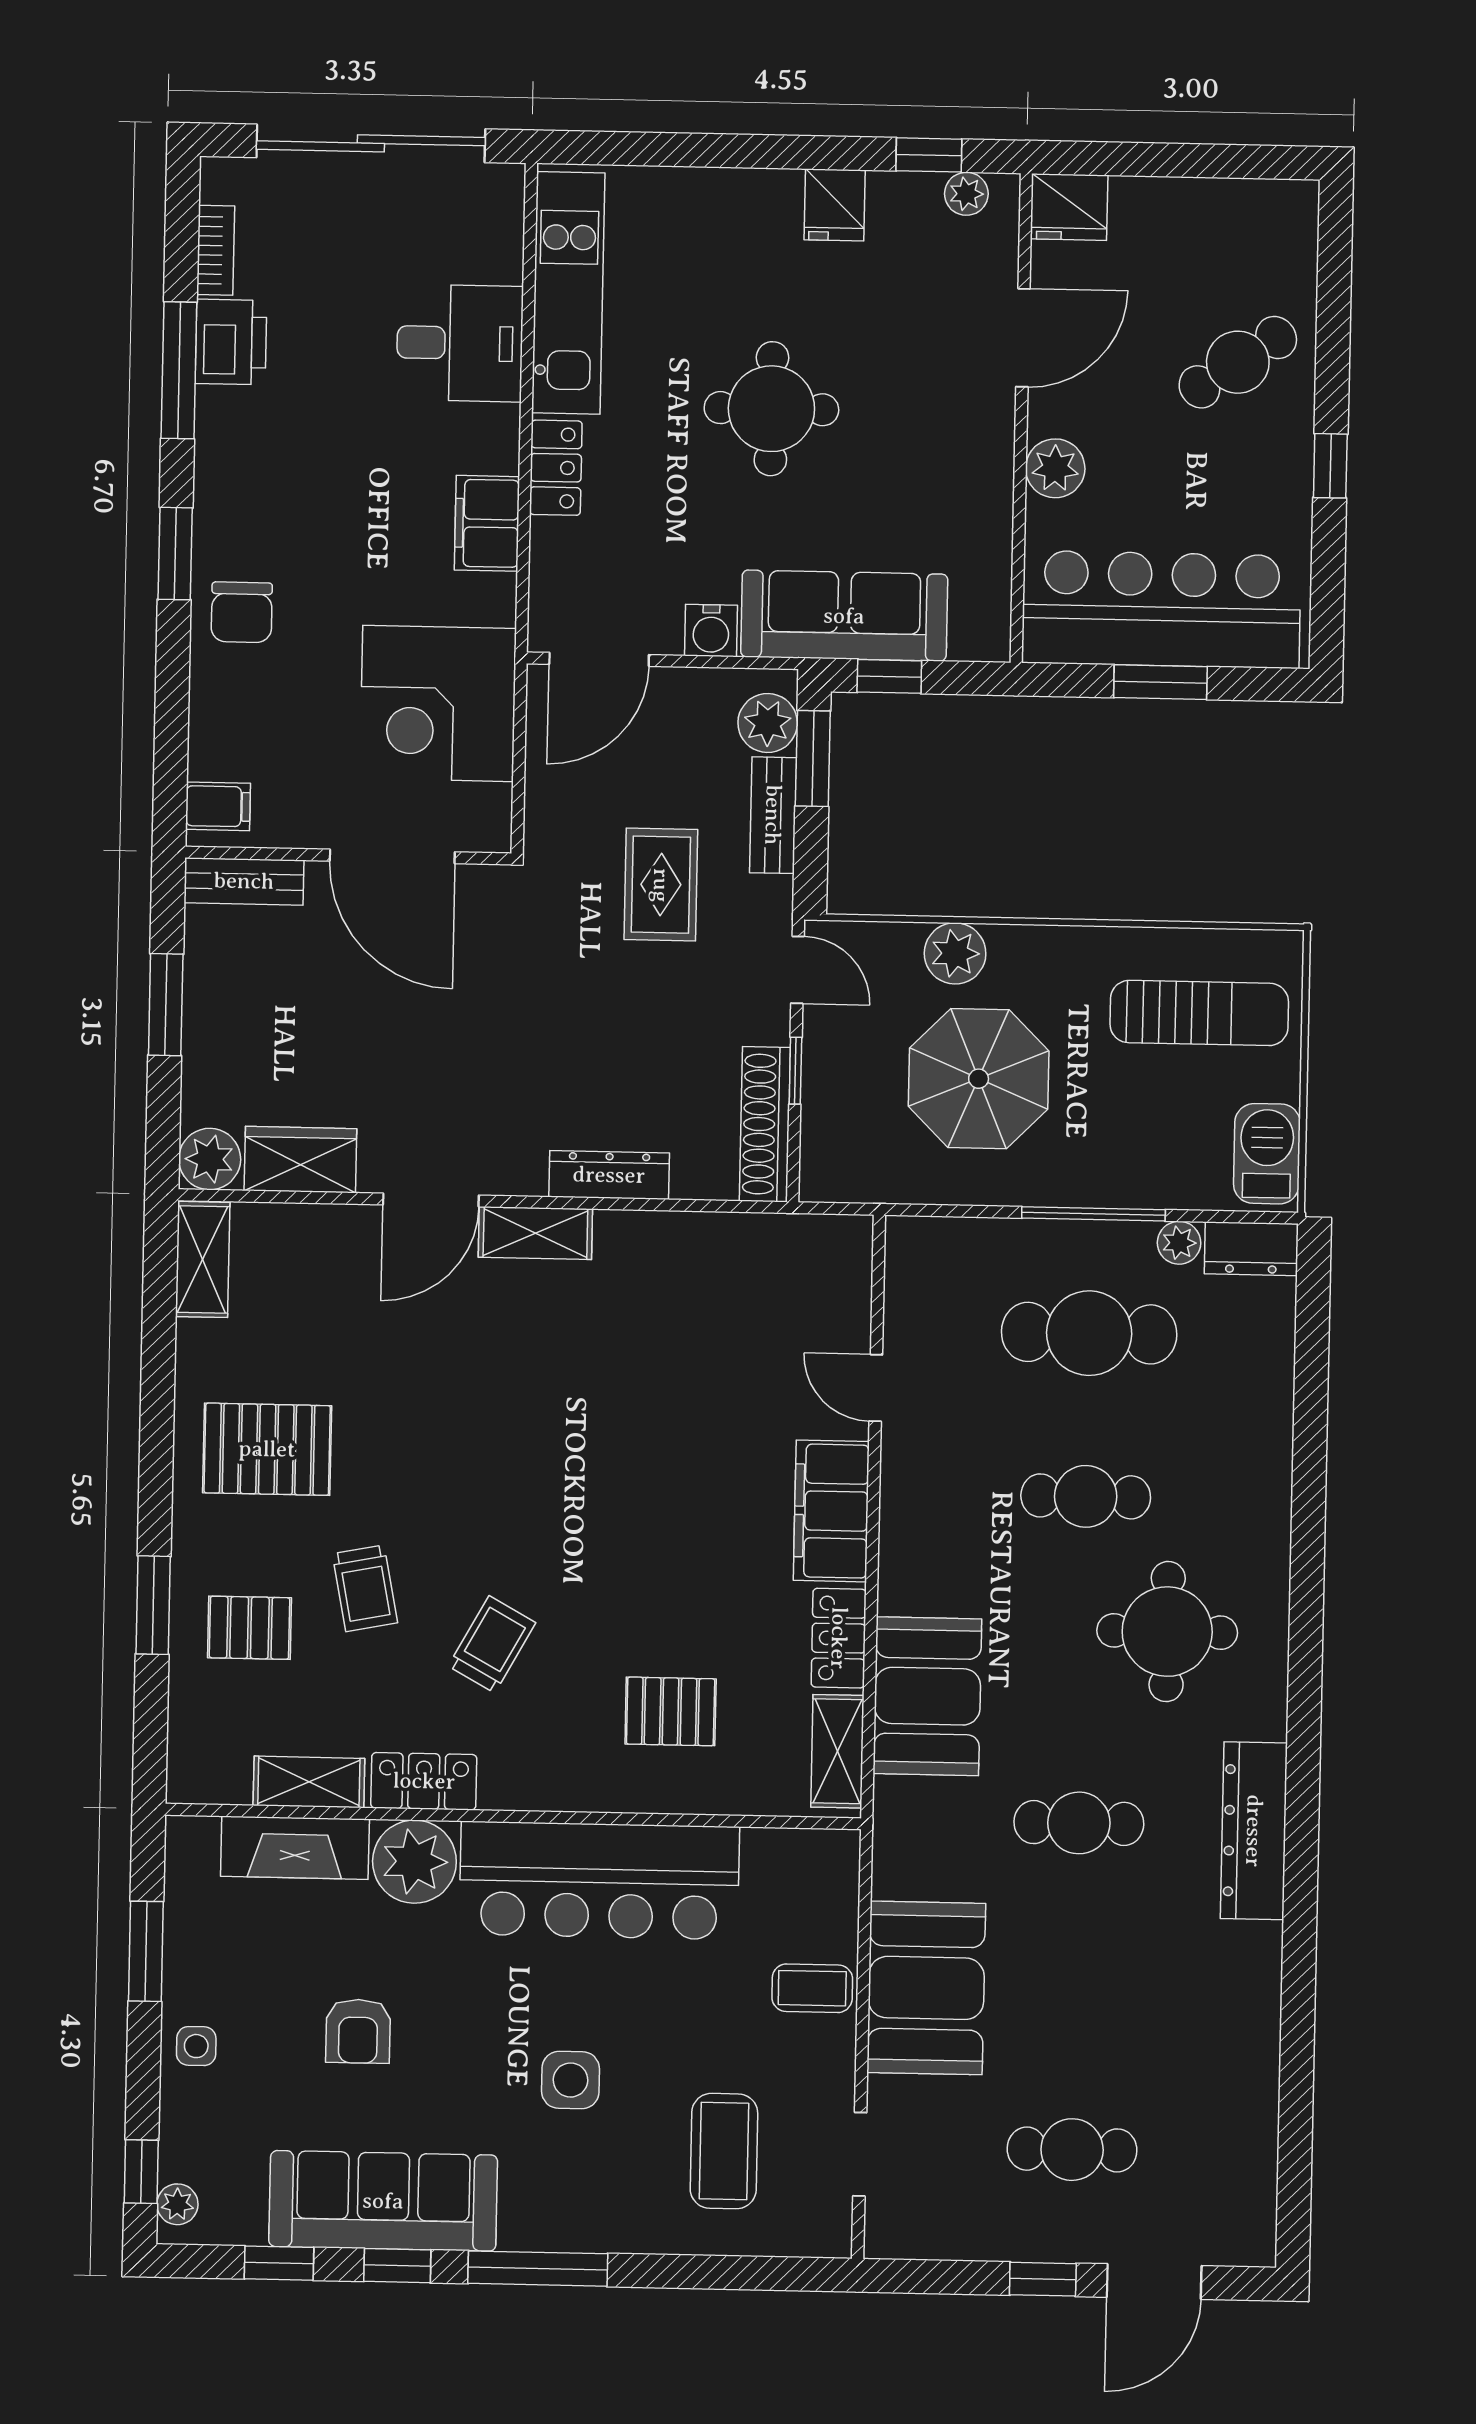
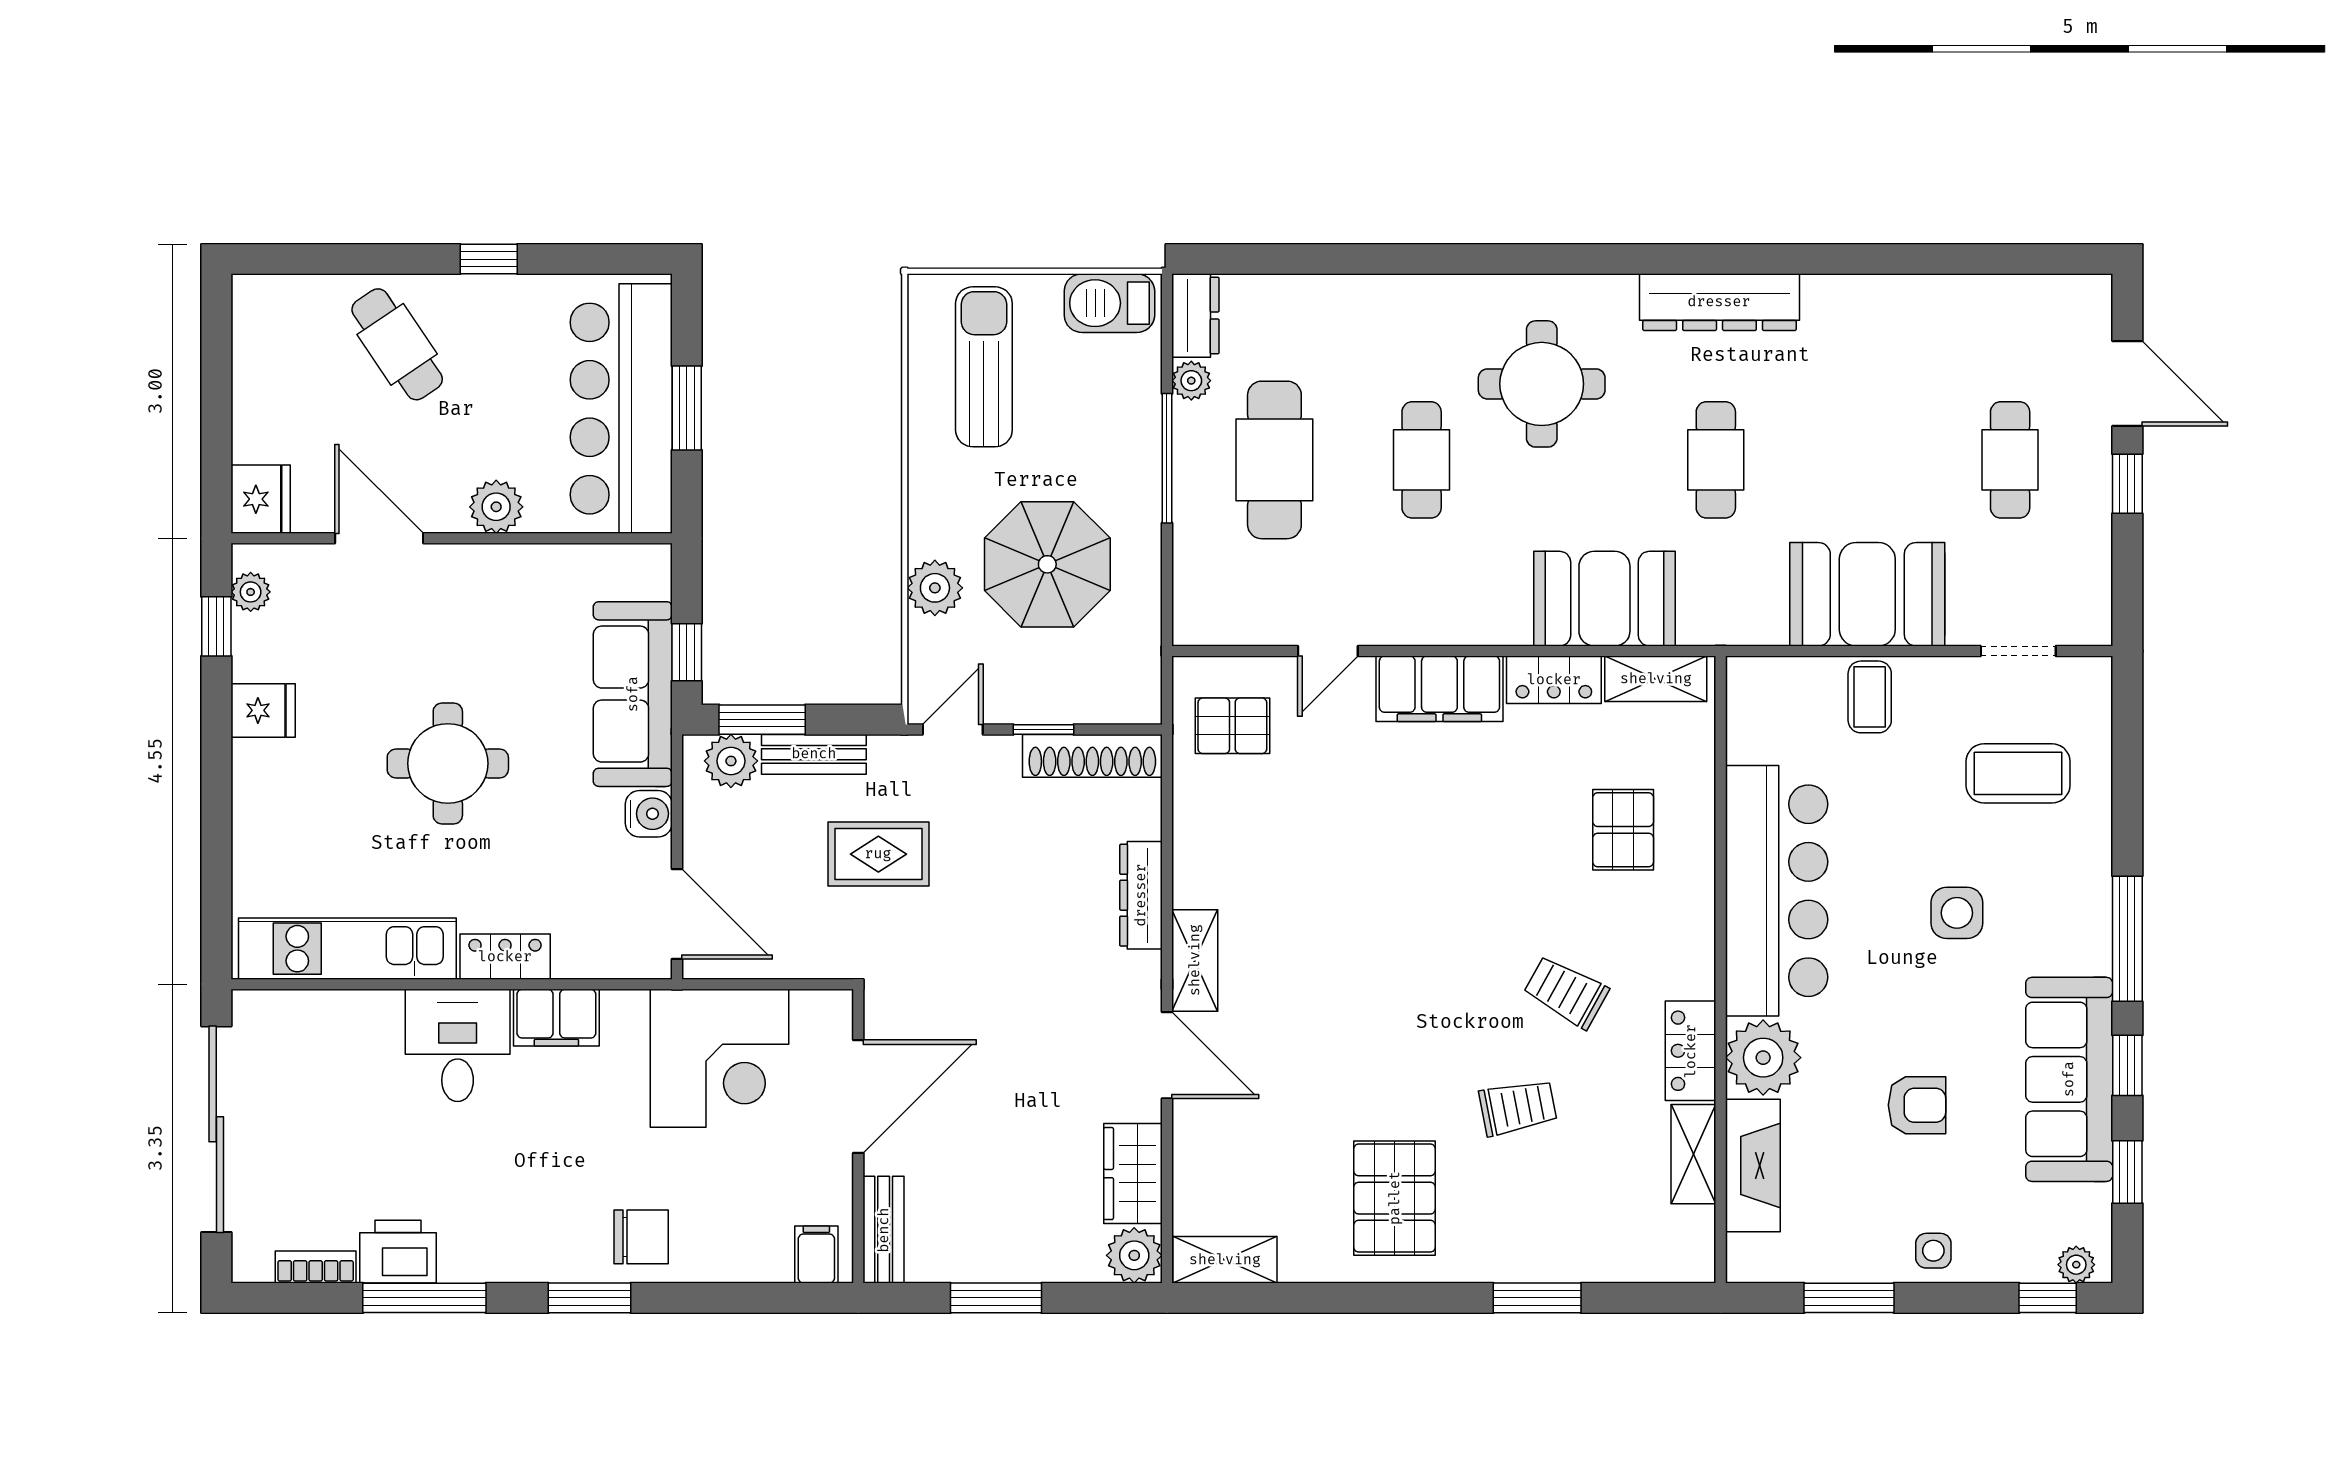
desk: (460, 343) -> (458, 1045), moved
pallet: (249, 1628) -> (1232, 726), moved, turned 90

